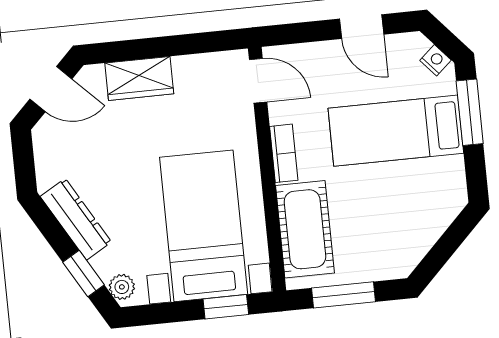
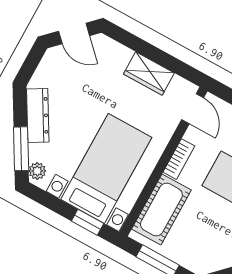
wardrobe: (139, 78) -> (149, 74), moved
window: (84, 273) -> (21, 149), width x1.50

